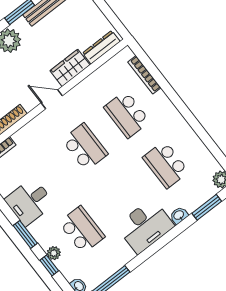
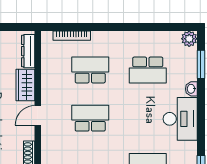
school desk: (127, 114) -> (90, 70), turned 180

